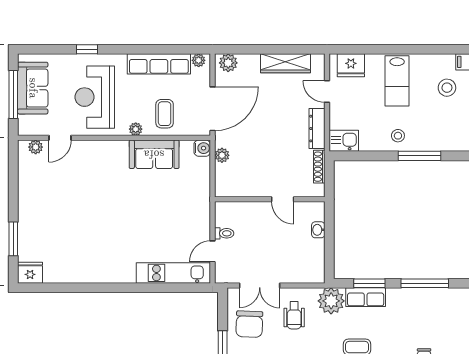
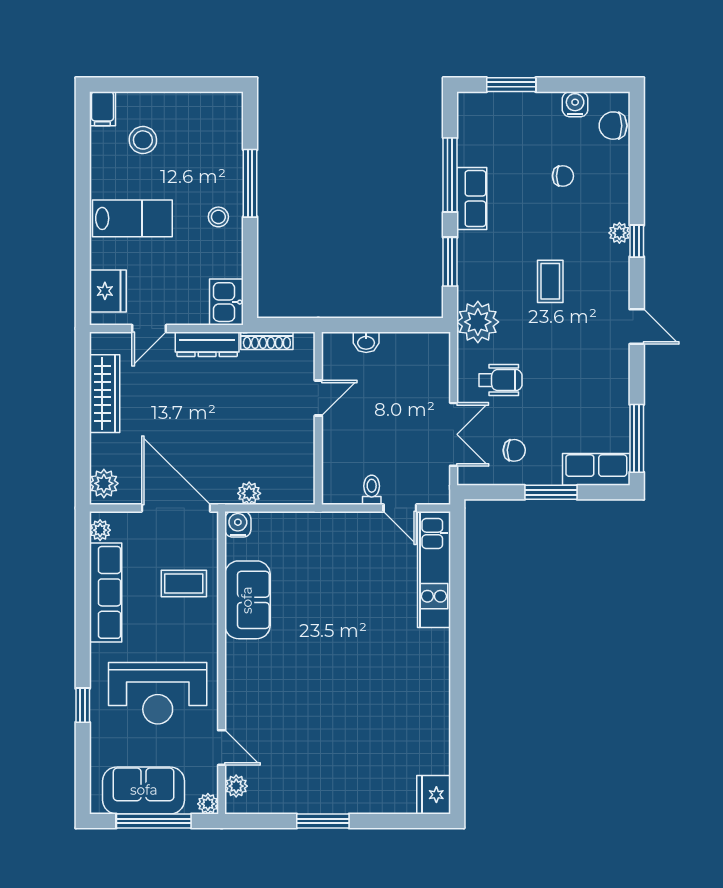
plant: (136, 129) -> (208, 804), moved
window: (13, 239) -> (323, 821), moved
row of seats: (366, 297) -> (472, 199), moved
chair: (249, 324) -> (514, 450), width x0.54, depth x0.54

